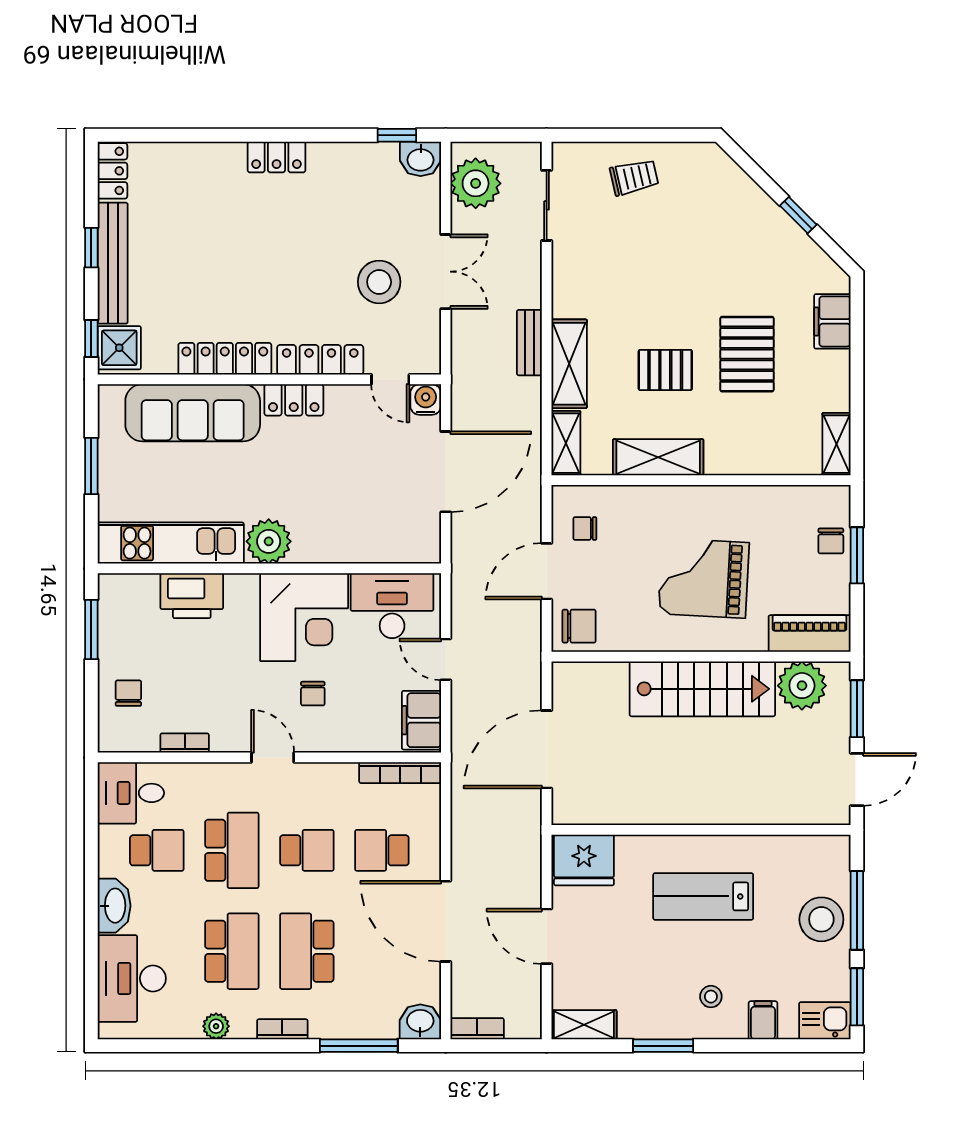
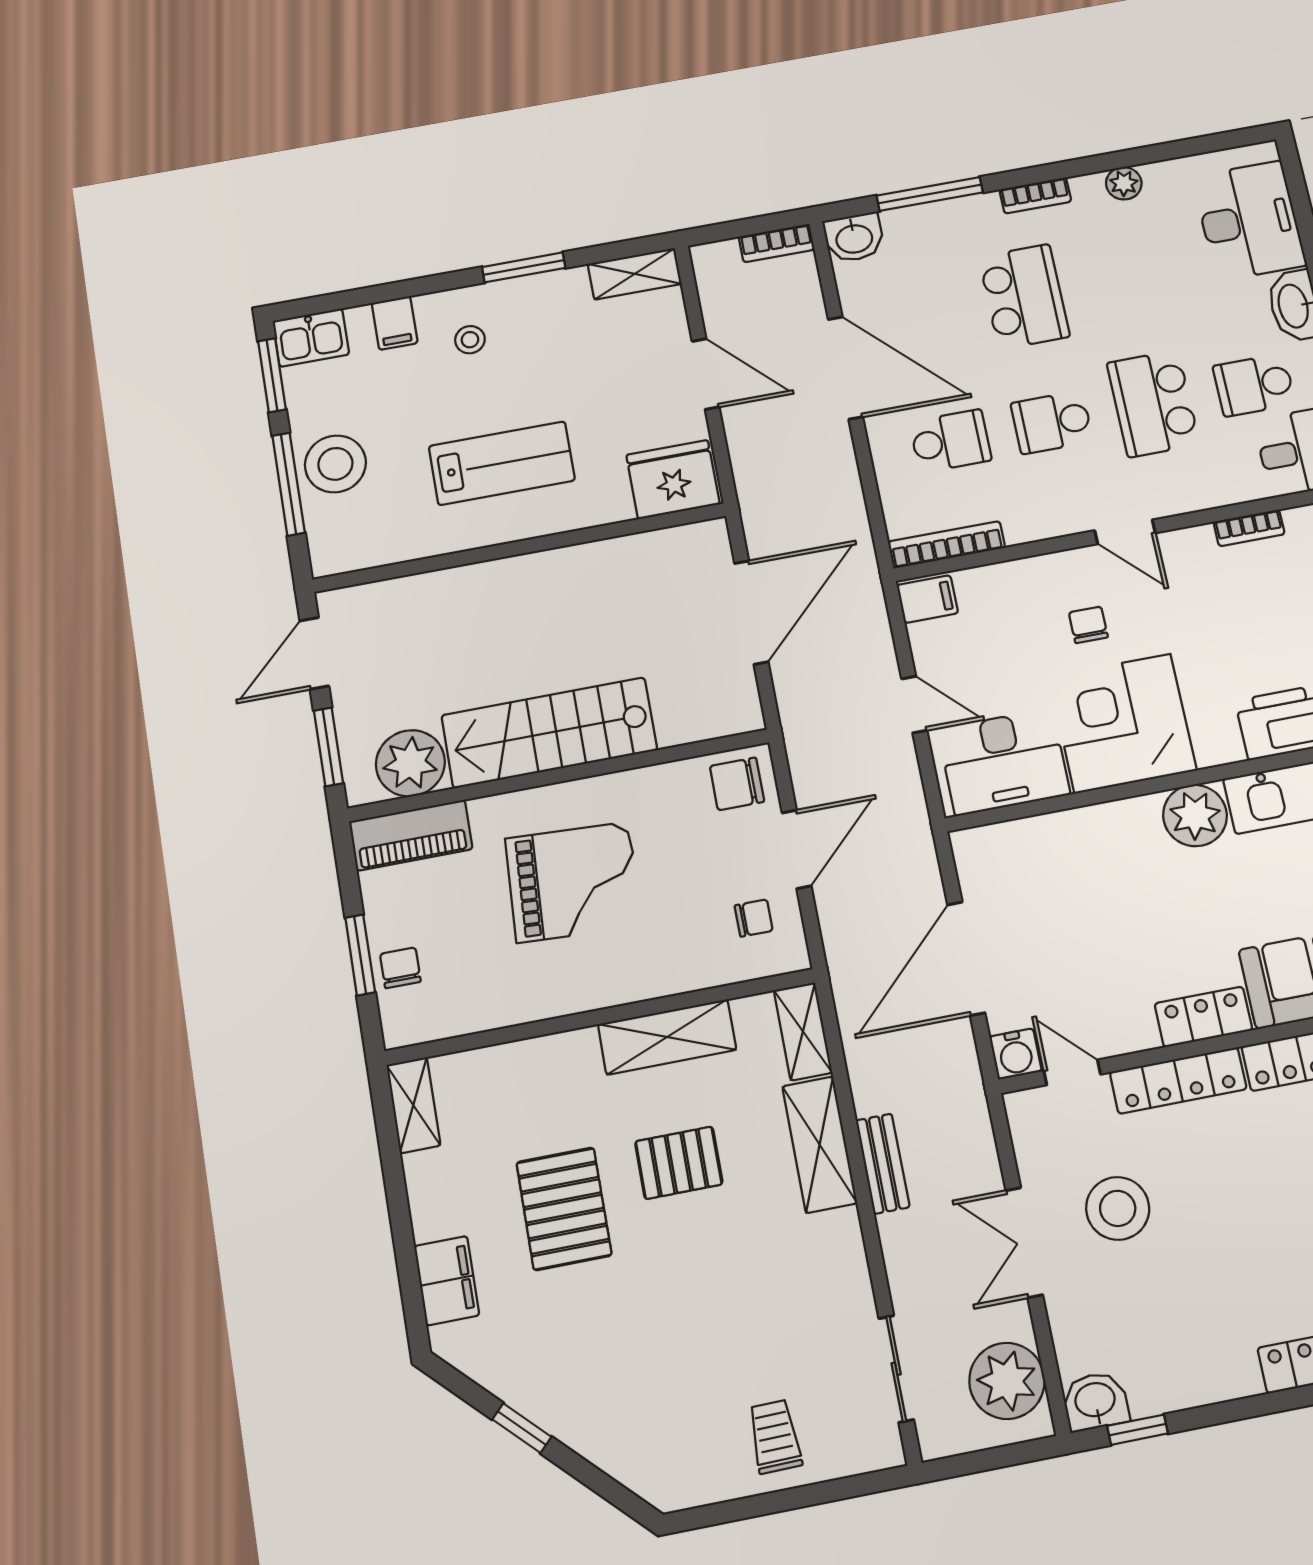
trolley: (634, 177) -> (775, 1437), turned 102
filing cabinet: (421, 720) -> (927, 599), width x0.50
school desk: (232, 951) -> (1124, 278), removed

